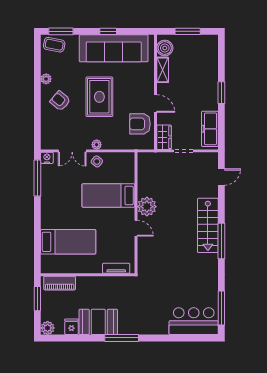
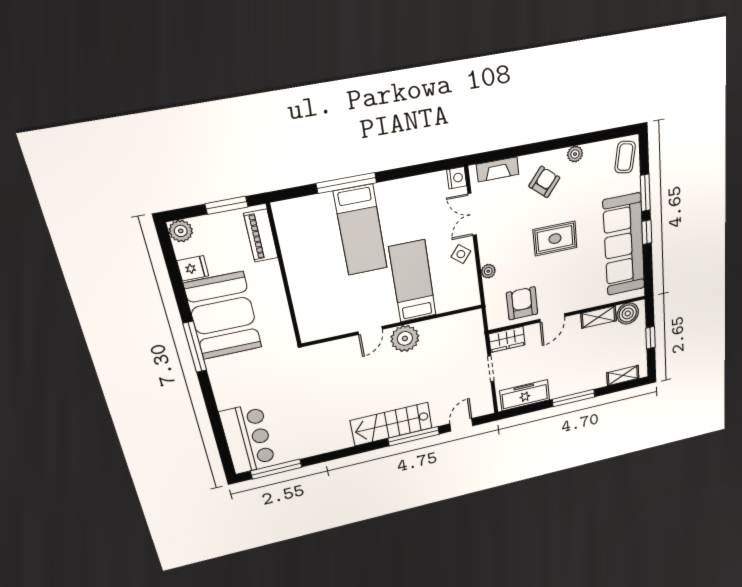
window: (61, 31) -> (645, 193), moved
window: (188, 31) -> (650, 338), width x0.67
shelving: (213, 54) -> (623, 376), added
window: (221, 93) -> (574, 398), width x1.44
rug: (99, 97) -> (555, 239), width x0.73, depth x0.70
fireplace: (46, 131) -> (498, 169), added
plant: (97, 145) -> (488, 271), moved
door: (221, 177) -> (461, 425), swing flipped
window: (37, 178) -> (346, 183), moved
window: (221, 241) -> (414, 436), moved
bed: (68, 242) -> (361, 230), moved
tv unit: (116, 268) -> (303, 316), removed
booth: (98, 322) -> (223, 316), width x1.36, depth x1.42

